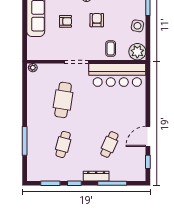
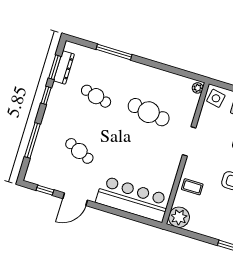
side table: (137, 26) -> (216, 98), moved
bar counter: (117, 75) -> (133, 199), moved, turned 90
door: (148, 136) -> (75, 199), swing flipped
dresser: (96, 176) -> (64, 67), moved

